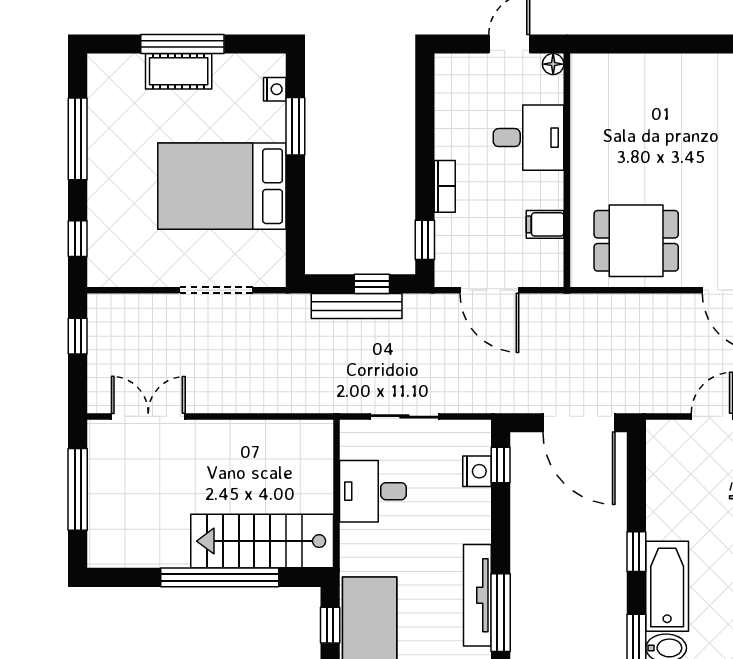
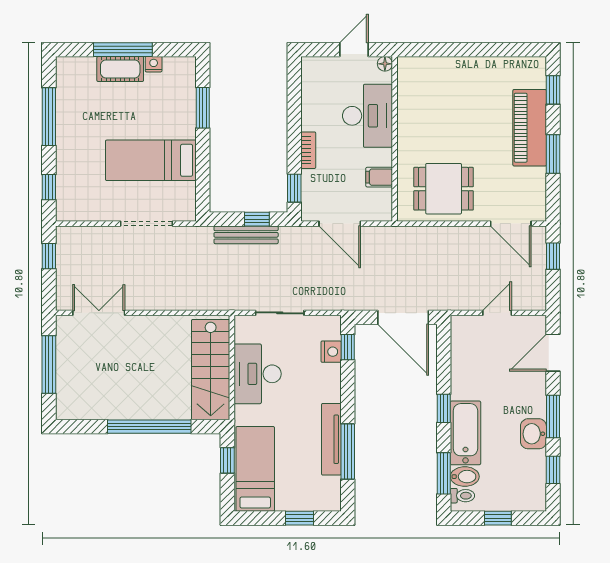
nightstand: (275, 89) -> (154, 64), moved, turned -90
desk: (529, 138) -> (367, 116), width x1.37
bed: (222, 186) -> (151, 160), width x0.67
desk: (373, 491) -> (258, 374), width x1.37
stairs: (262, 541) -> (211, 370), moved, turned -90

